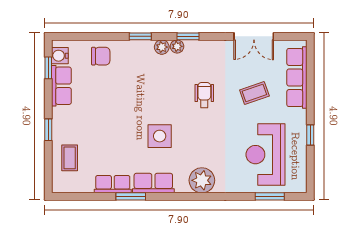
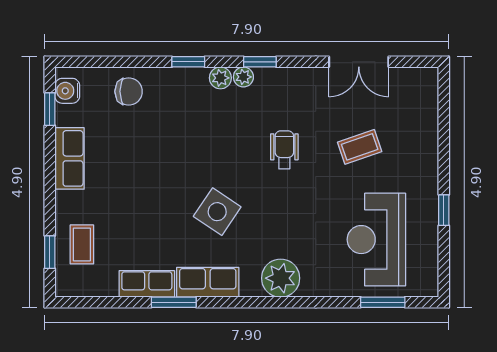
row of seats: (297, 77) -> (424, 124), removed
row of seats: (61, 86) -> (70, 158), moved
window: (48, 130) -> (50, 252), moved
side table: (160, 136) -> (217, 212), turned 34

